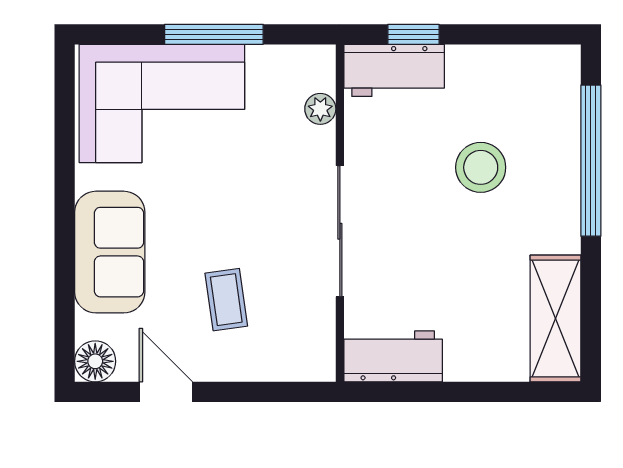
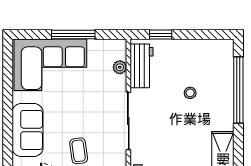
workbench: (394, 70) -> (142, 66), moved, turned -90
stool: (481, 167) -> (190, 93), width x0.53, depth x0.53

